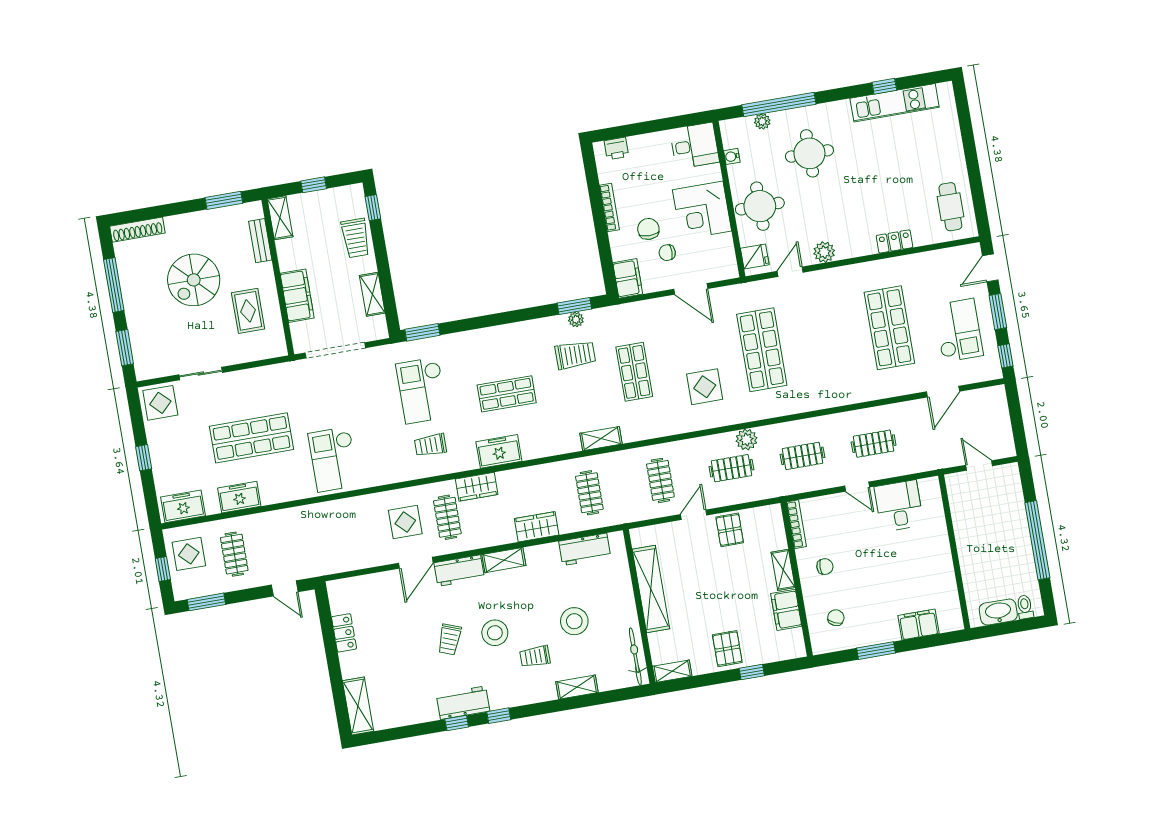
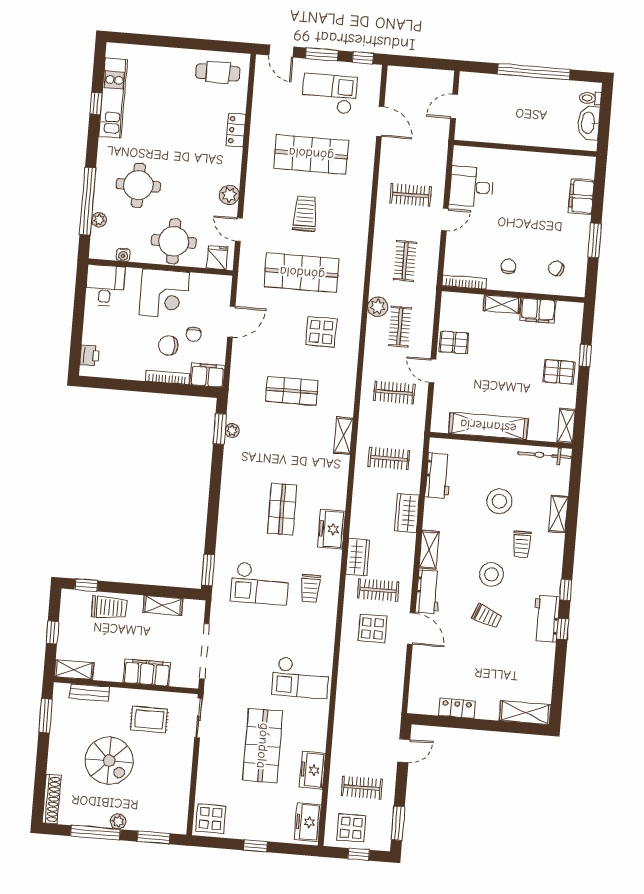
bookcase: (609, 208) -> (167, 377), moved
plant: (132, 306) -> (118, 821), added
trolley: (575, 355) -> (305, 214), moved
sliding door: (201, 374) -> (199, 718), moved
clothes rail: (874, 444) -> (411, 195), turned 90

